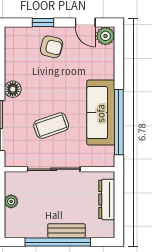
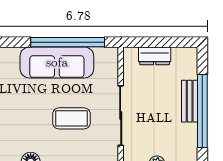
coffee table: (51, 126) -> (72, 118), turned -71
dresser: (107, 199) -> (155, 56), width x0.70

